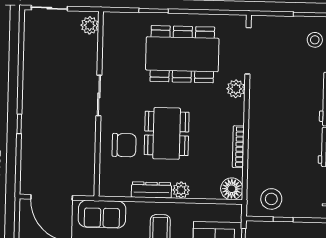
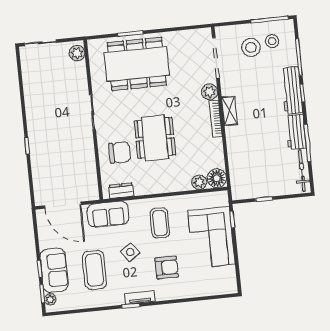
dining table: (182, 54) -> (137, 64), moved
shelving: (256, 113) -> (230, 111), added
bookcase: (238, 147) -> (216, 119), moved
dresser: (151, 190) -> (121, 191), moved, width x0.70
plant: (181, 190) -> (199, 182), moved
stool: (271, 199) -> (251, 47), moved

